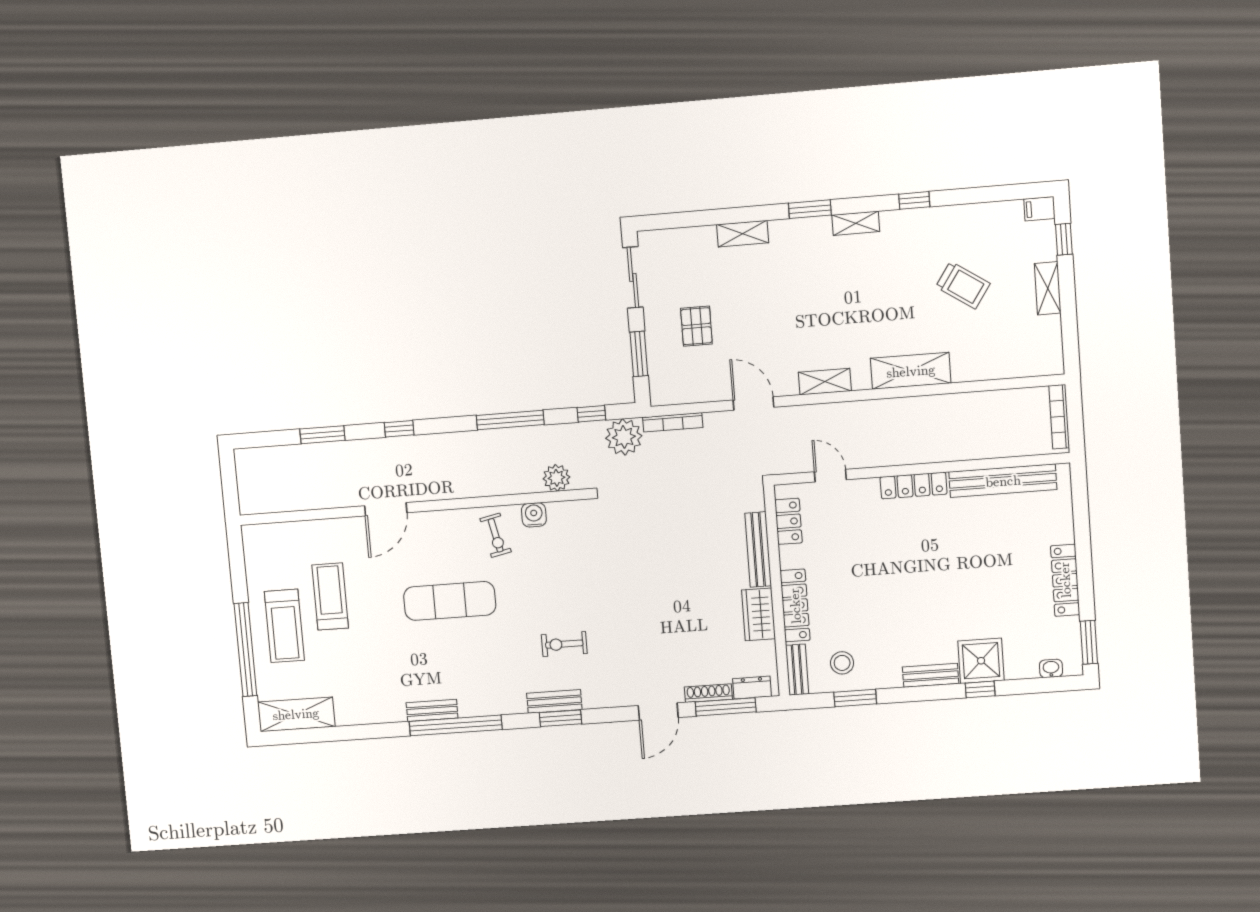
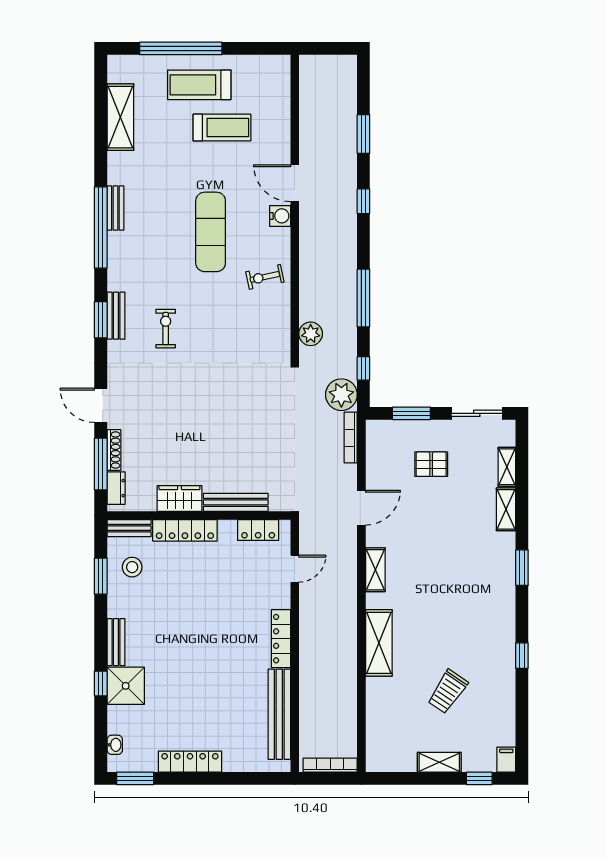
shelving: (856, 223) -> (507, 467), moved
water cooler: (534, 515) -> (280, 216), moved
shelving: (296, 714) -> (120, 117), moved

